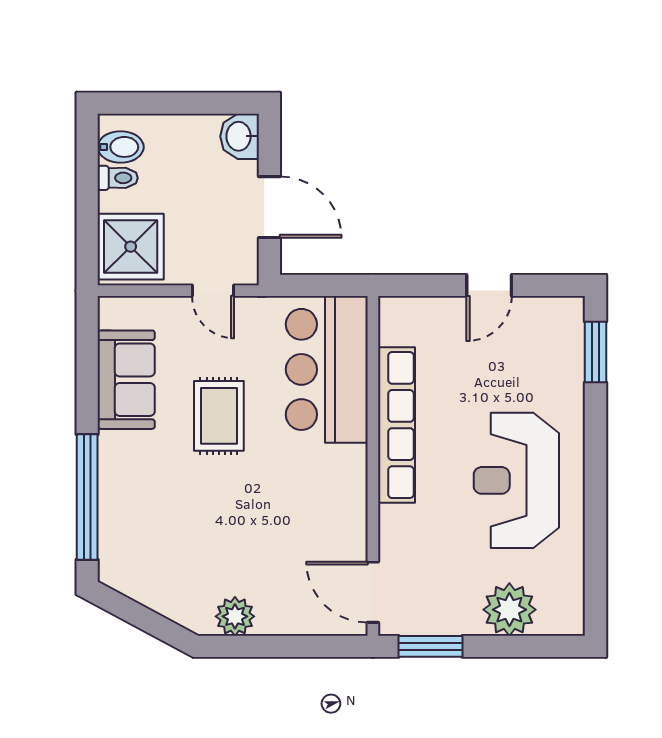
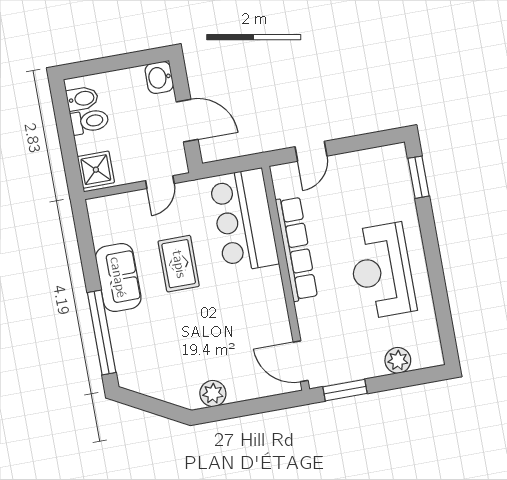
toilet: (118, 178) -> (90, 121), width x1.37, depth x1.39
shower: (131, 247) -> (96, 170), width x0.73, depth x0.73
door: (489, 285) -> (311, 151), moved
door: (213, 291) -> (160, 182), hinge flipped
sofa: (126, 380) -> (118, 277), moved
plant: (509, 610) -> (398, 360), width x0.73, depth x0.73

